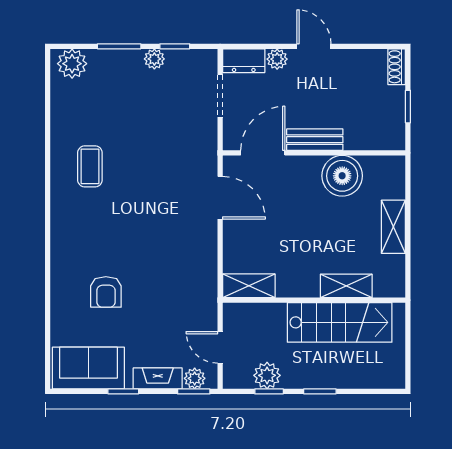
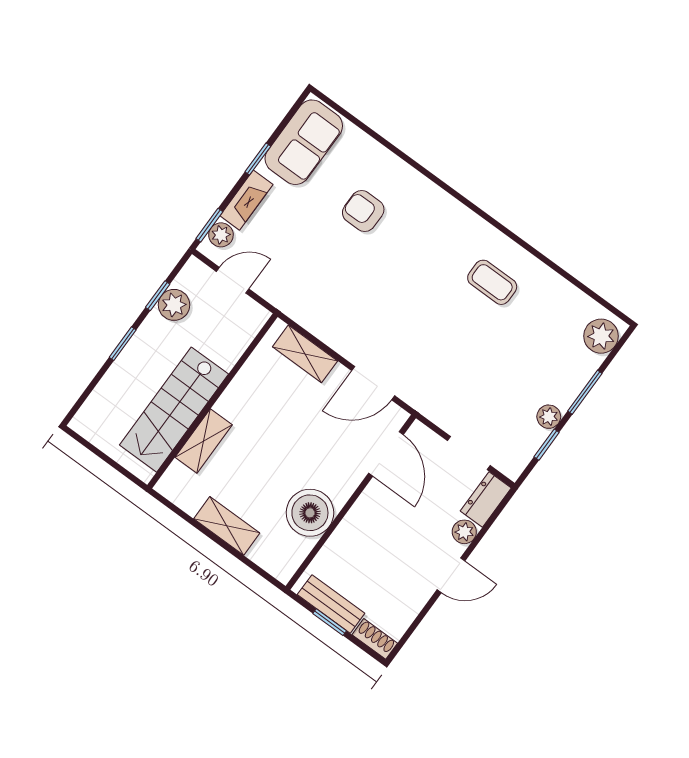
bench: (315, 140) -> (331, 604), moved, turned 90
shelving: (249, 286) -> (305, 354), moved, turned 90

